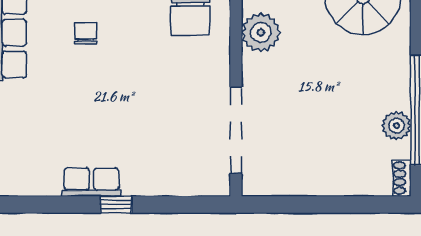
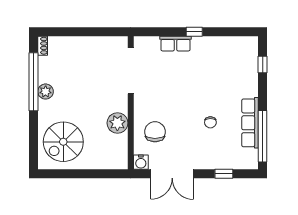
plant: (396, 126) -> (46, 92), moved
row of seats: (91, 182) -> (176, 44), moved

